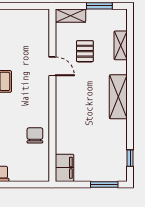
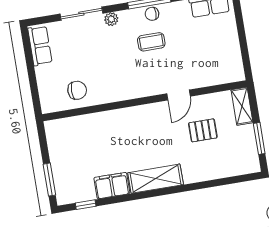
shelving: (121, 45) -> (217, 171), removed
chair: (35, 135) -> (77, 90), moved
filing cabinet: (65, 168) -> (112, 186), moved, turned 180

